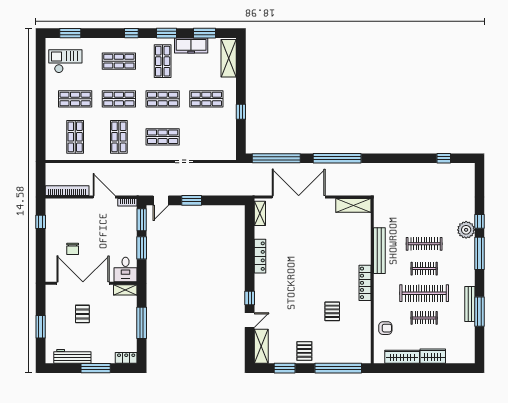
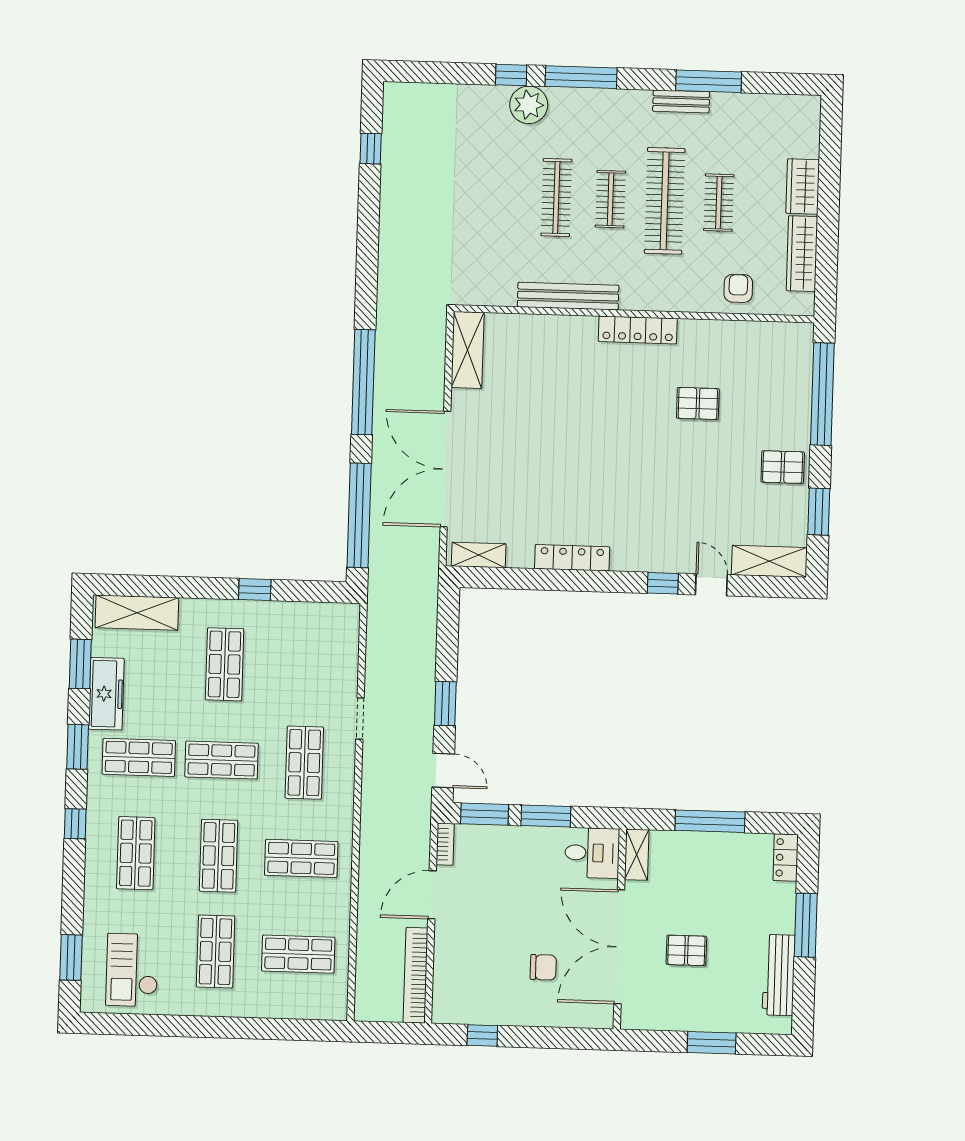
shop shelf: (163, 99) -> (222, 760), turned 90
bench: (470, 304) -> (681, 101), width x0.73

